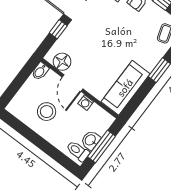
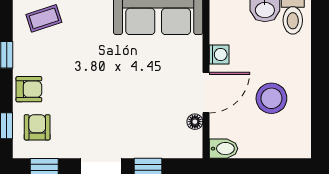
floor lamp: (62, 62) -> (195, 122), width x0.53, depth x0.53

